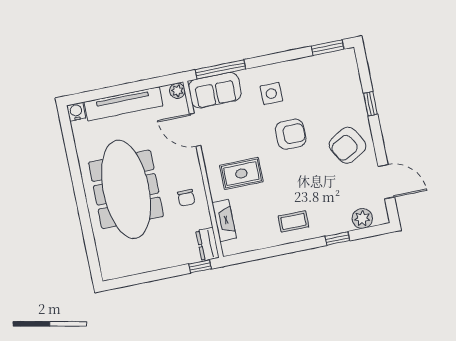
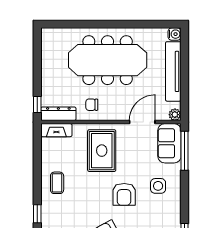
rug: (241, 173) -> (102, 151), width x1.36, depth x1.43
fireplace: (224, 220) -> (56, 130), moved
dresser: (207, 244) -> (58, 114), width x1.44

